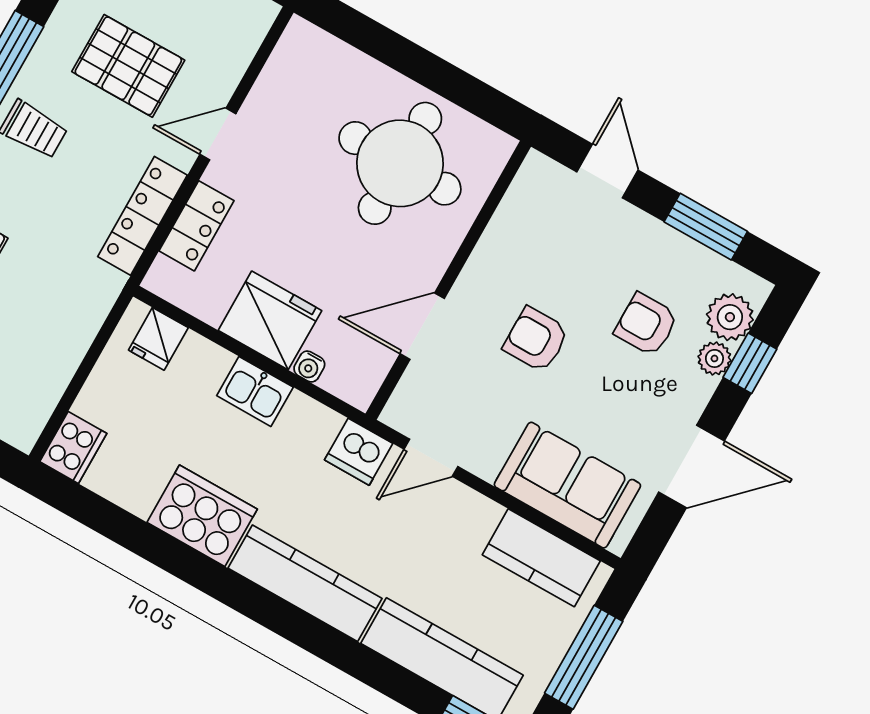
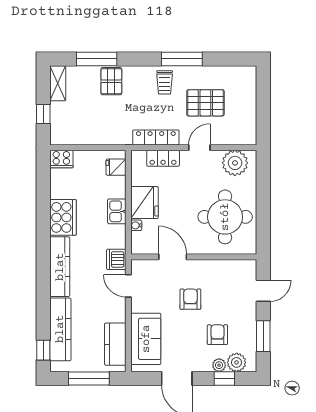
pallet: (128, 66) -> (205, 103), turned 90
plant: (295, 75) -> (235, 163), added
door: (218, 134) -> (199, 148), hinge flipped

